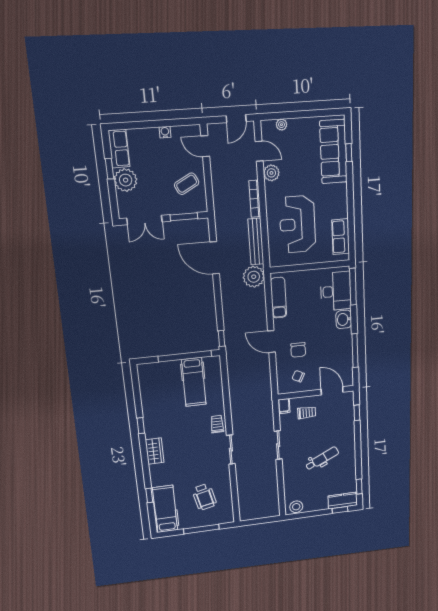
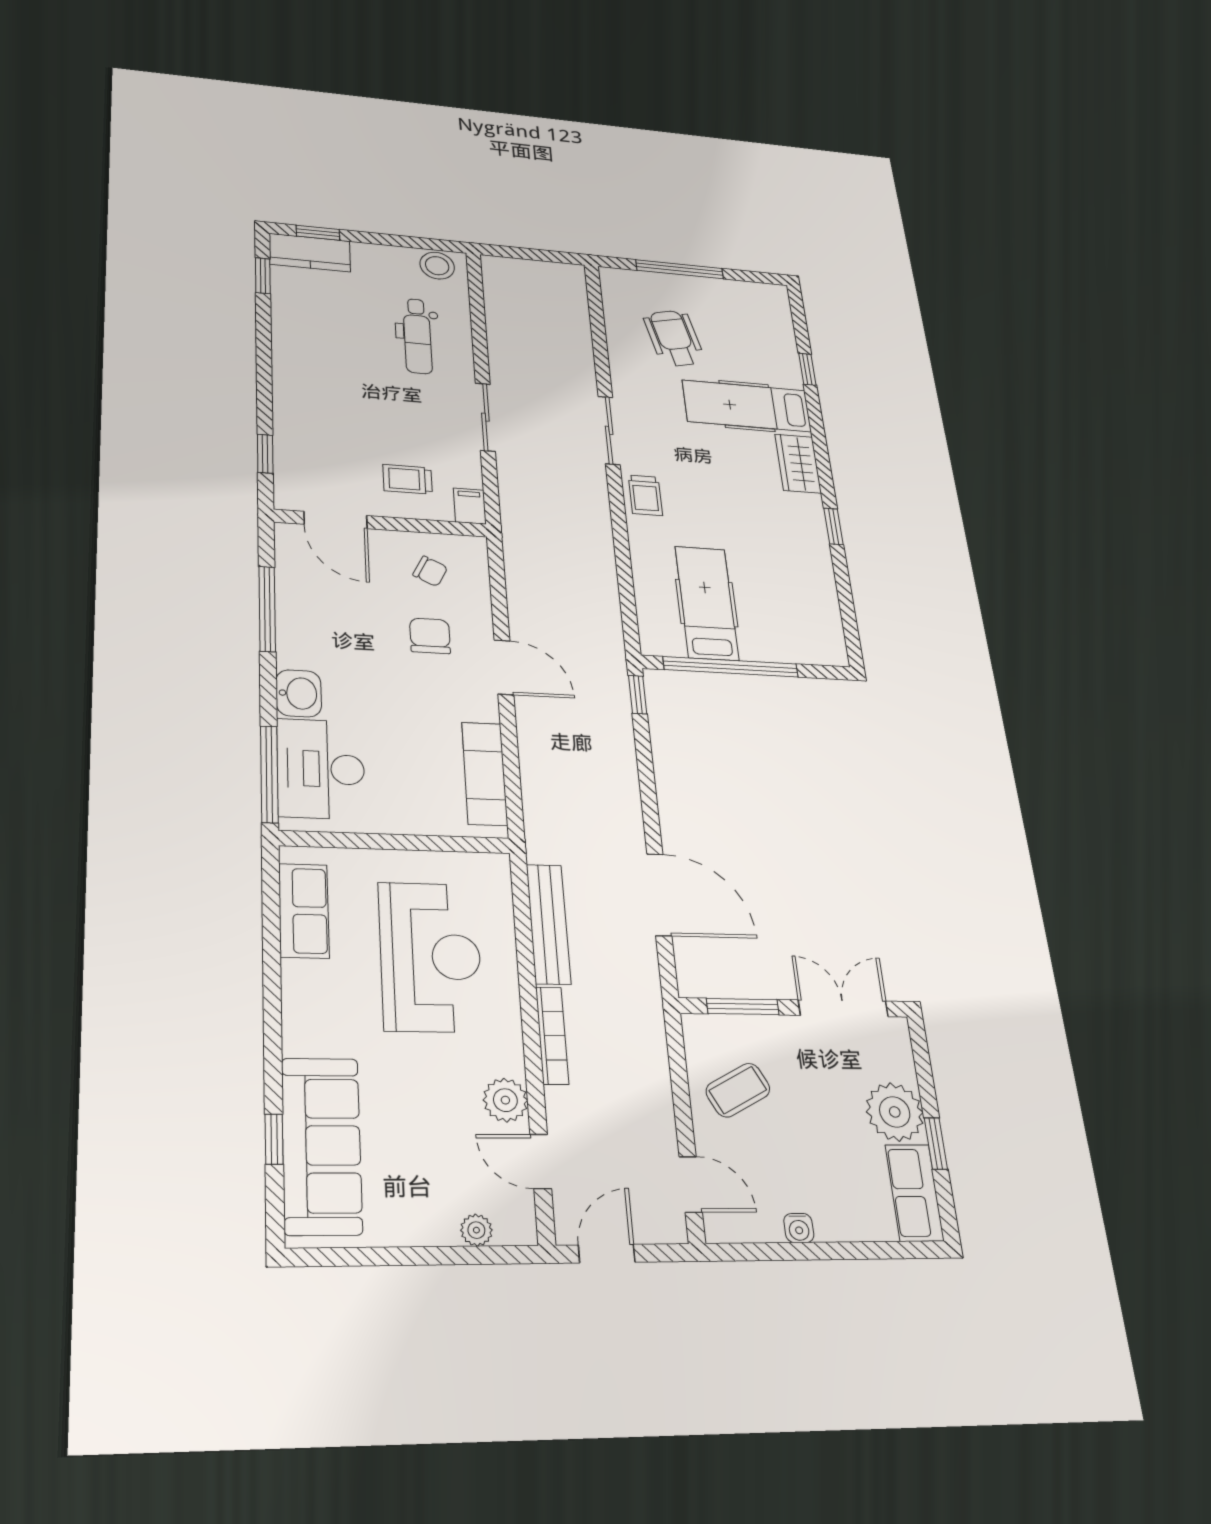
plant: (254, 277) -> (553, 835), removed
dental chair: (322, 459) -> (417, 336), moved, turned -64
hospital bed: (165, 509) -> (747, 406), moved, turned 90

